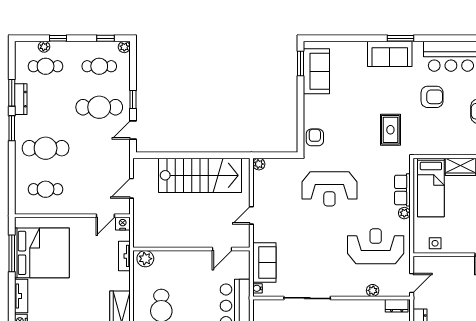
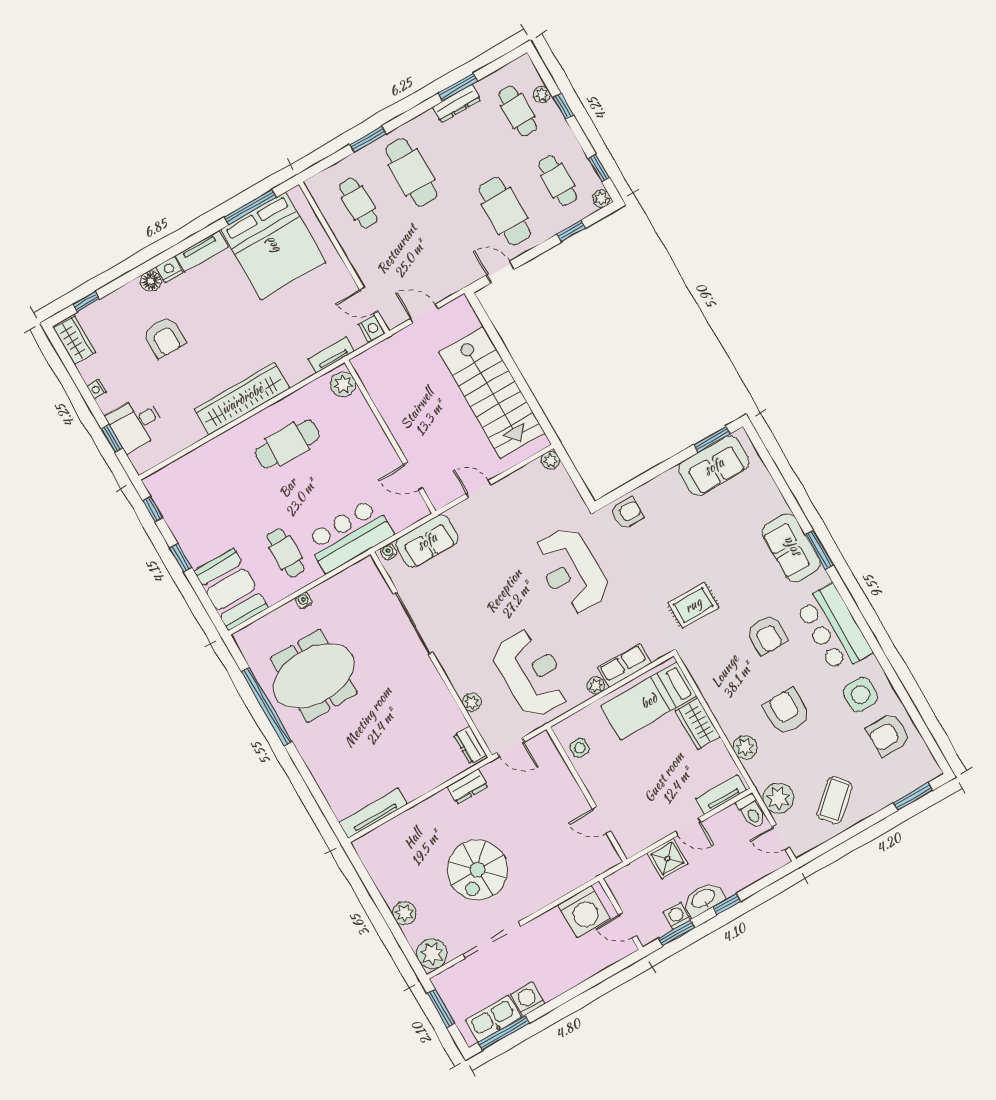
window: (133, 100) -> (571, 231), moved
window: (12, 128) -> (368, 139), moved

